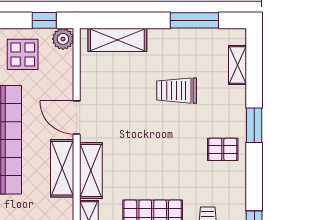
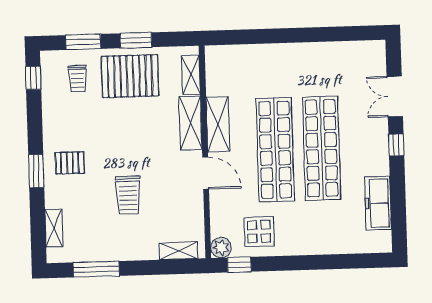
shelving: (117, 40) -> (179, 251), width x0.67, depth x0.75
trolley: (177, 91) -> (128, 195), moved, turned 90
pallet: (223, 149) -> (70, 163), moved

